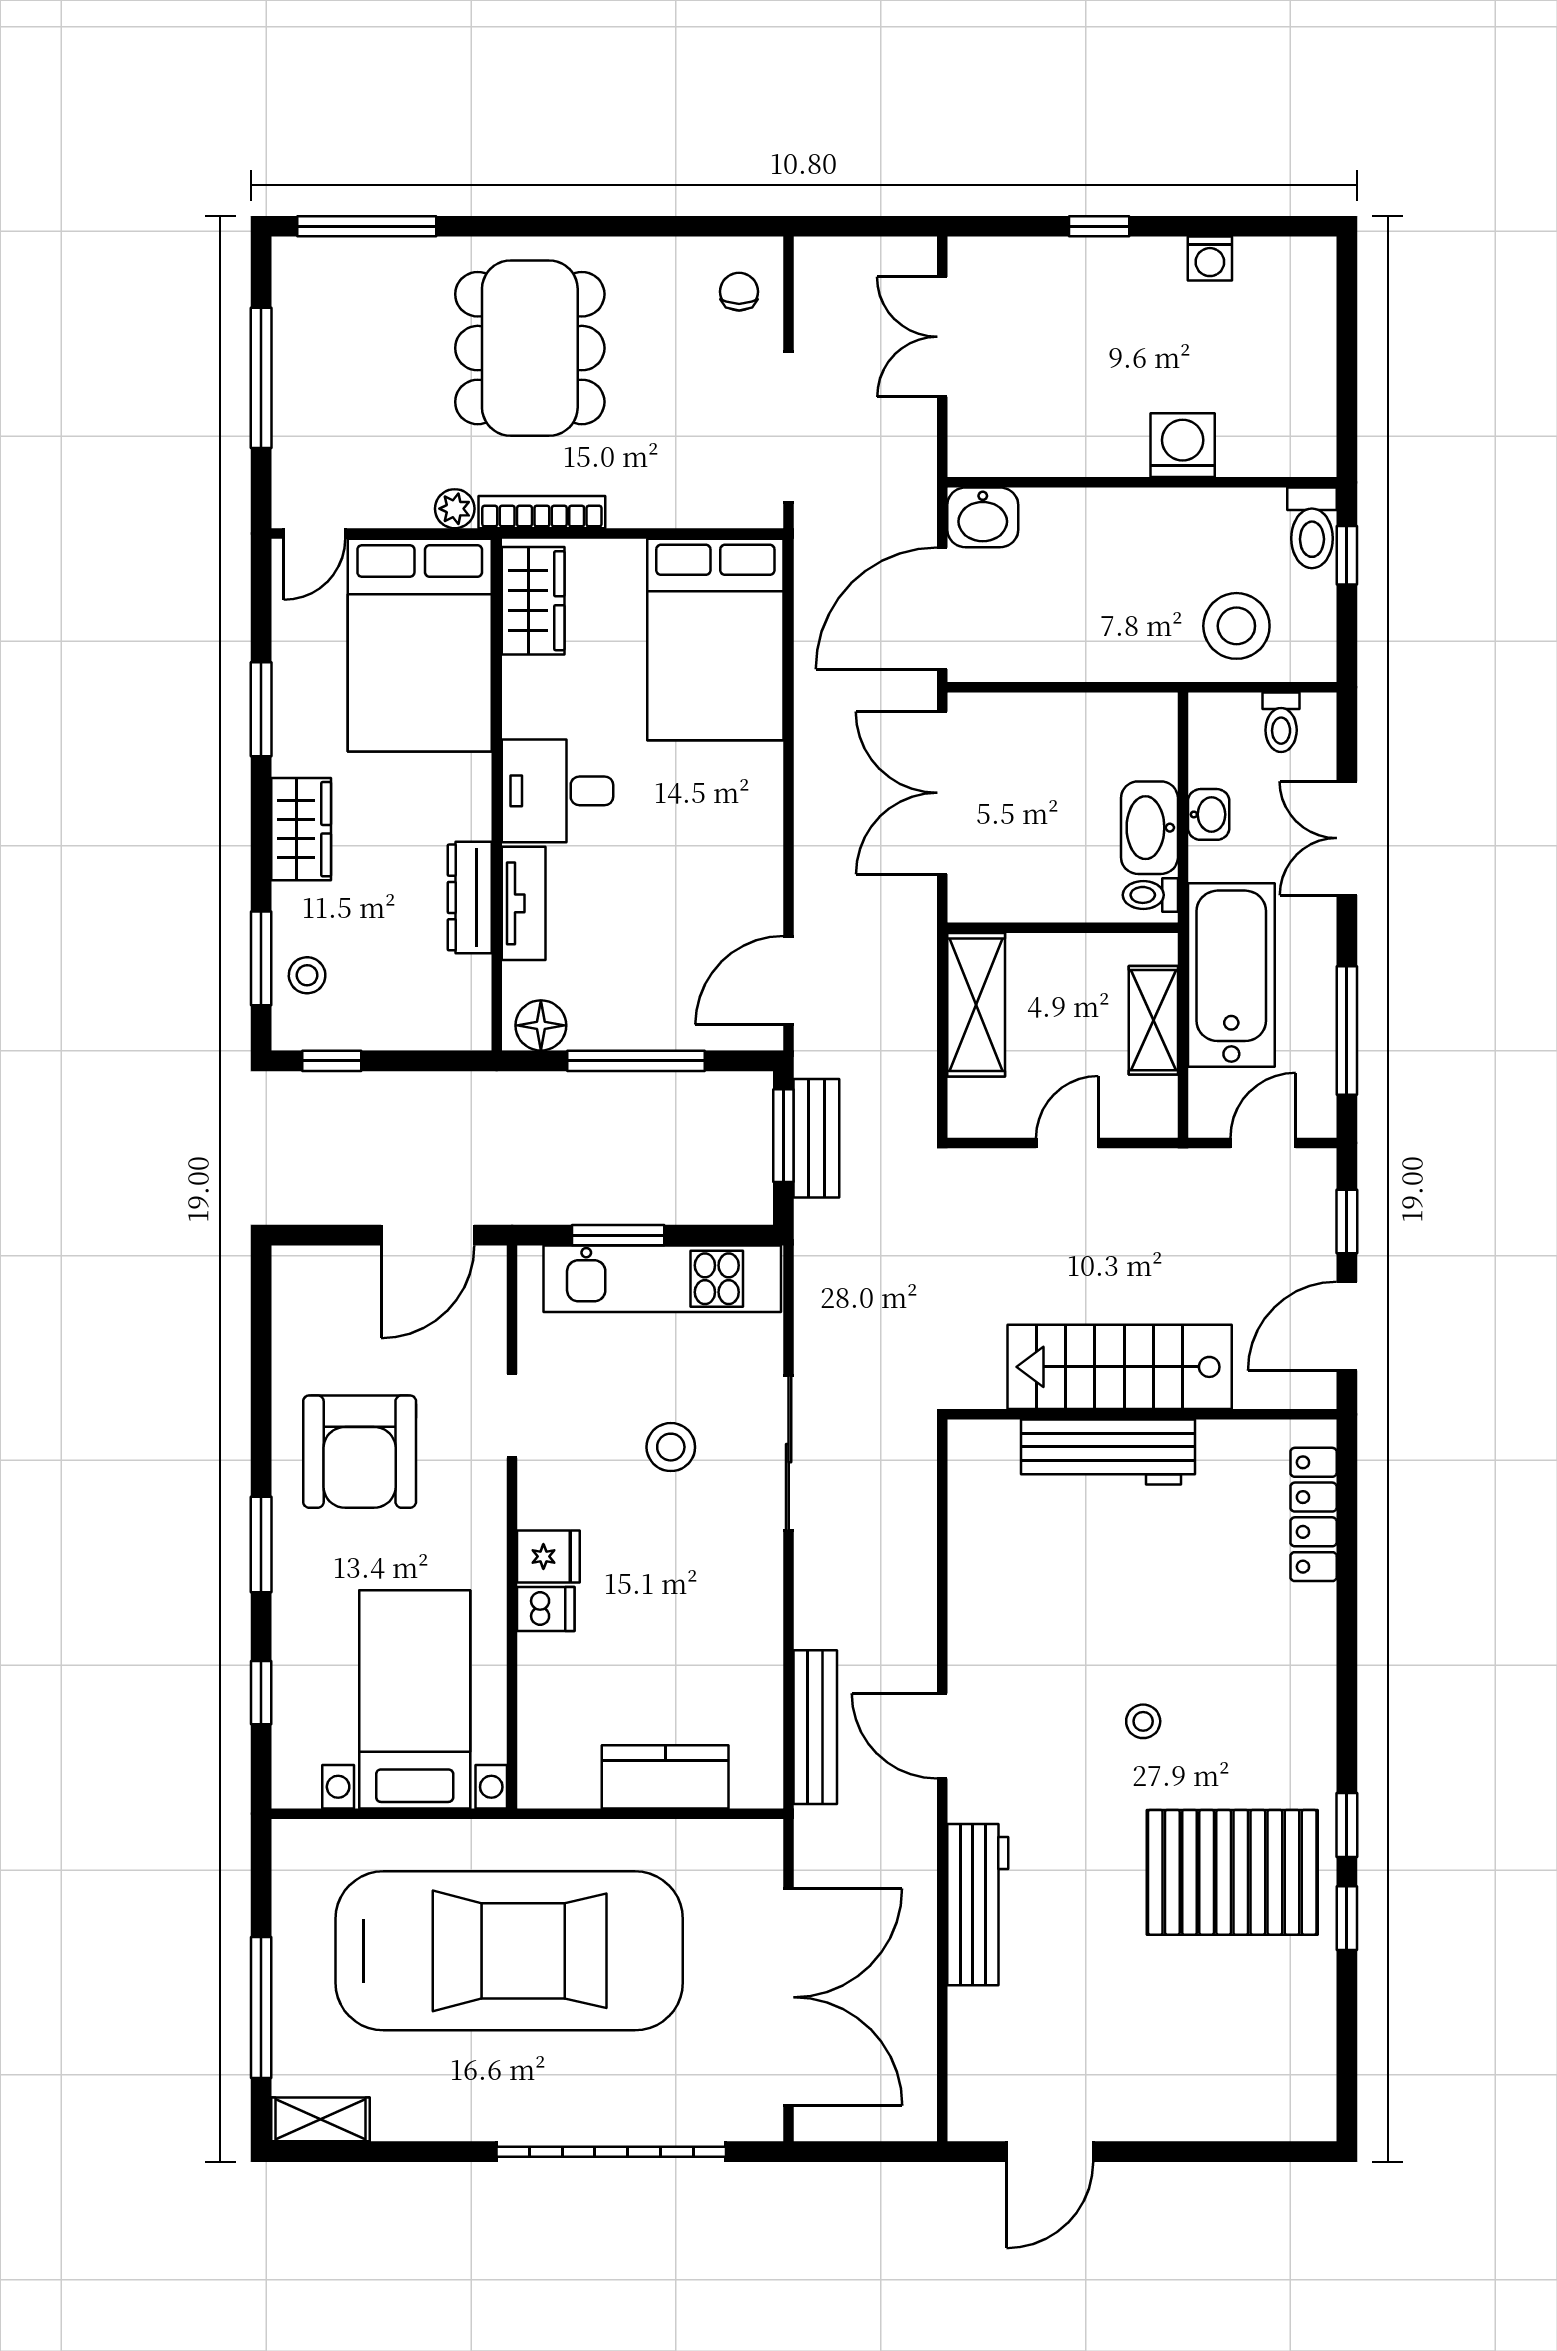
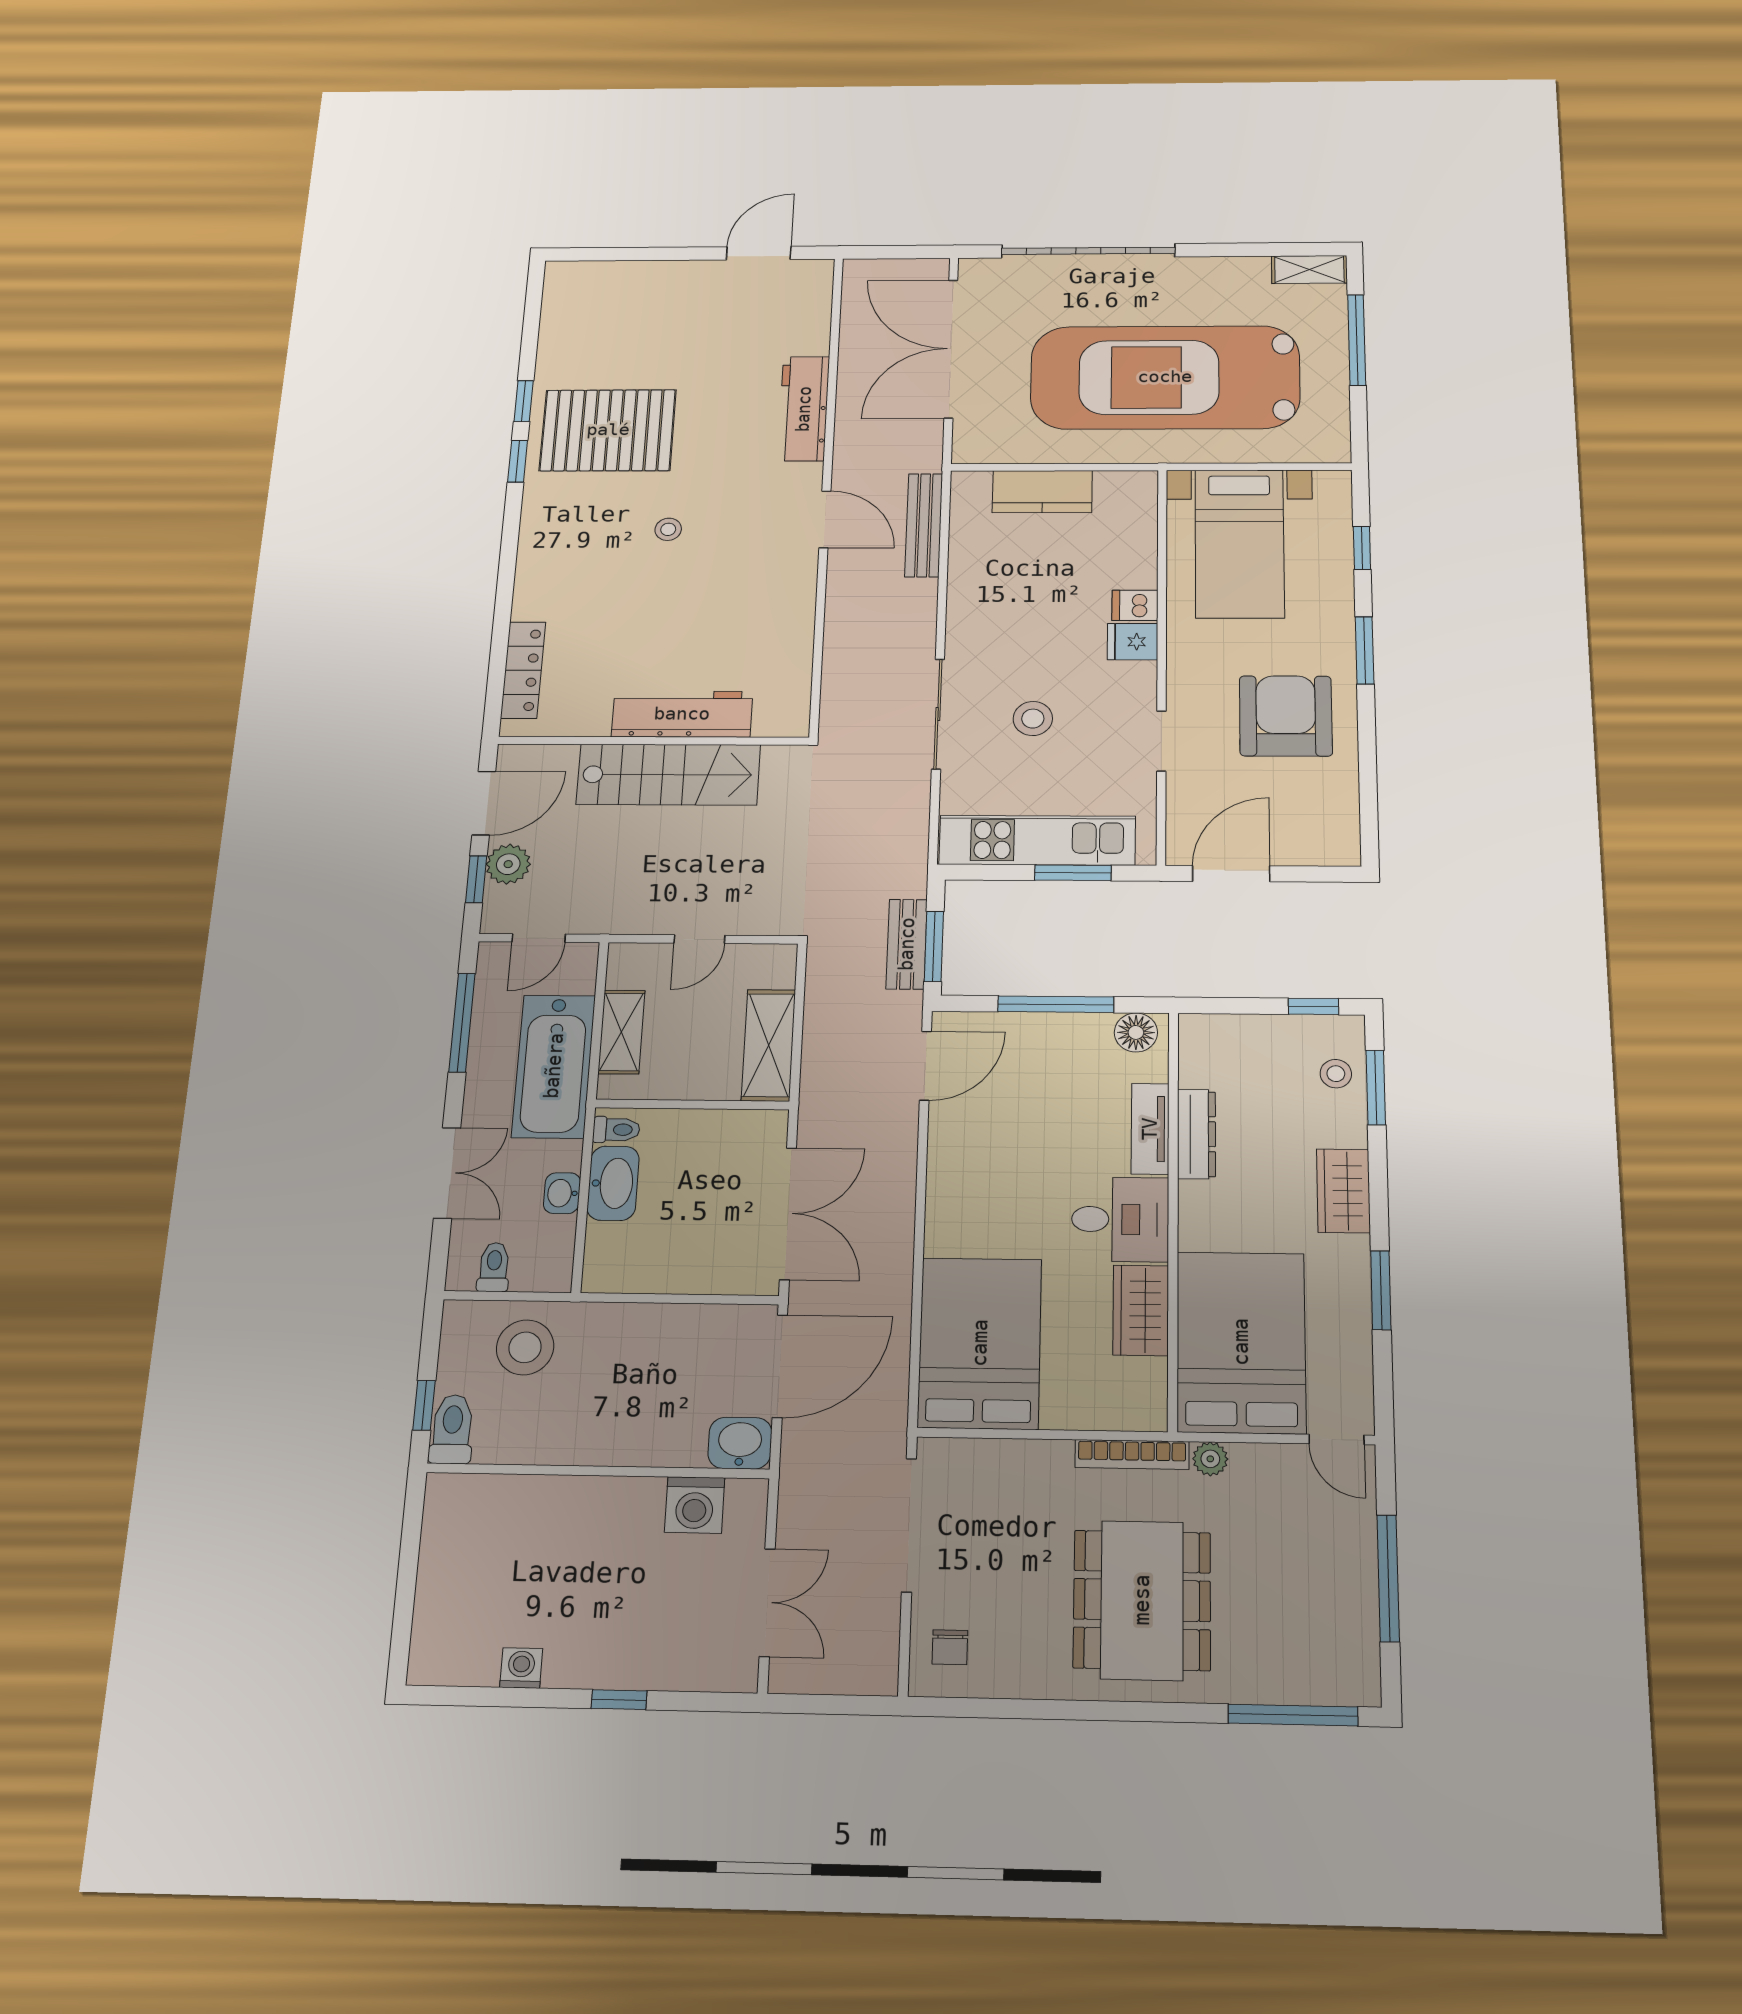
washing machine: (1183, 445) -> (695, 1505), moved
door: (314, 534) -> (1336, 1439), swing flipped
wardrobe: (533, 601) -> (1141, 1310), moved
plant: (1309, 1242) -> (508, 864), added

